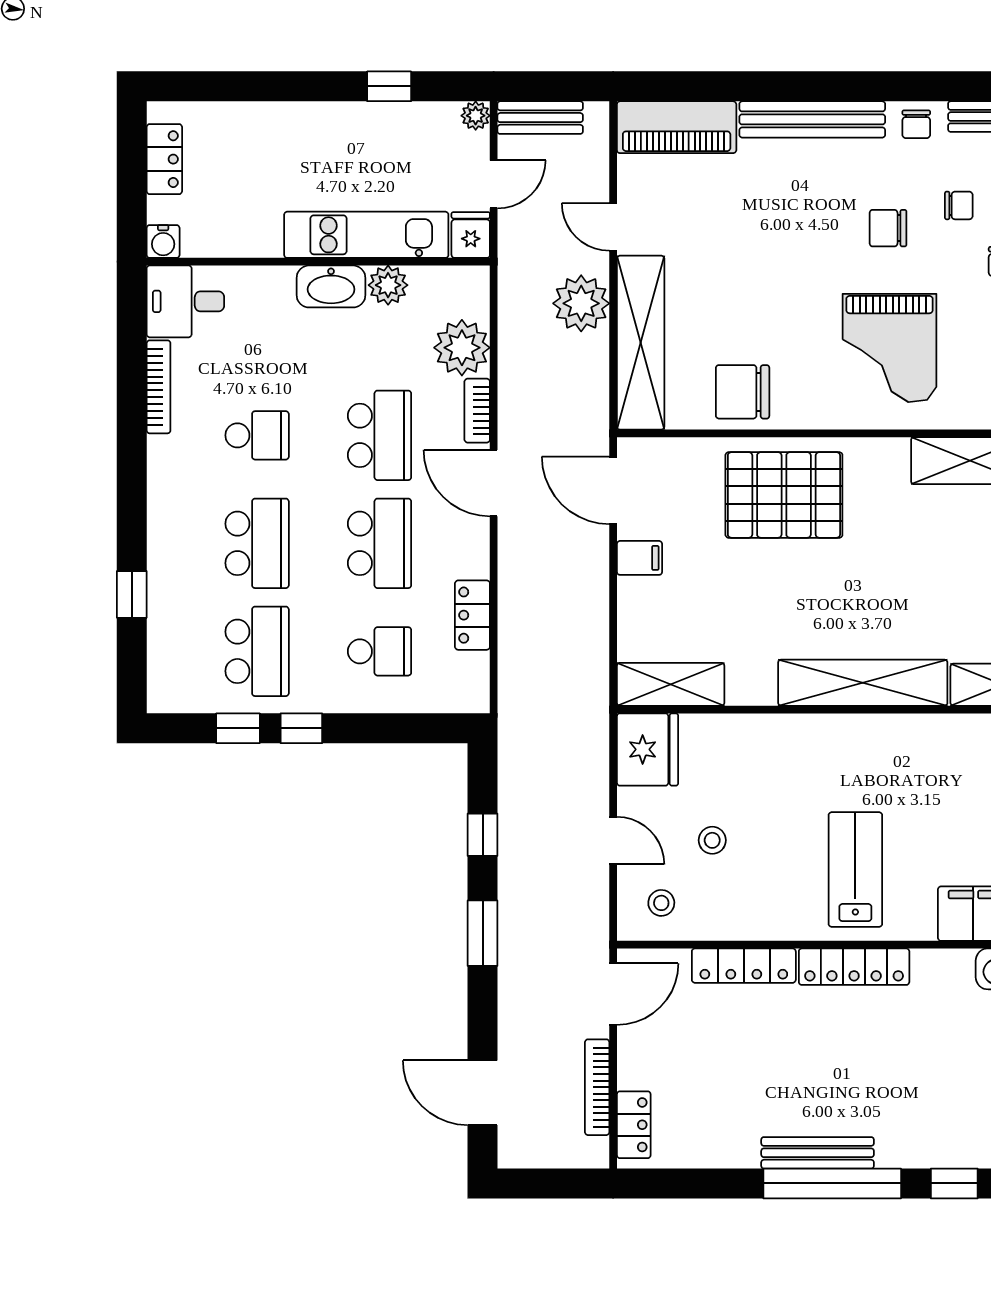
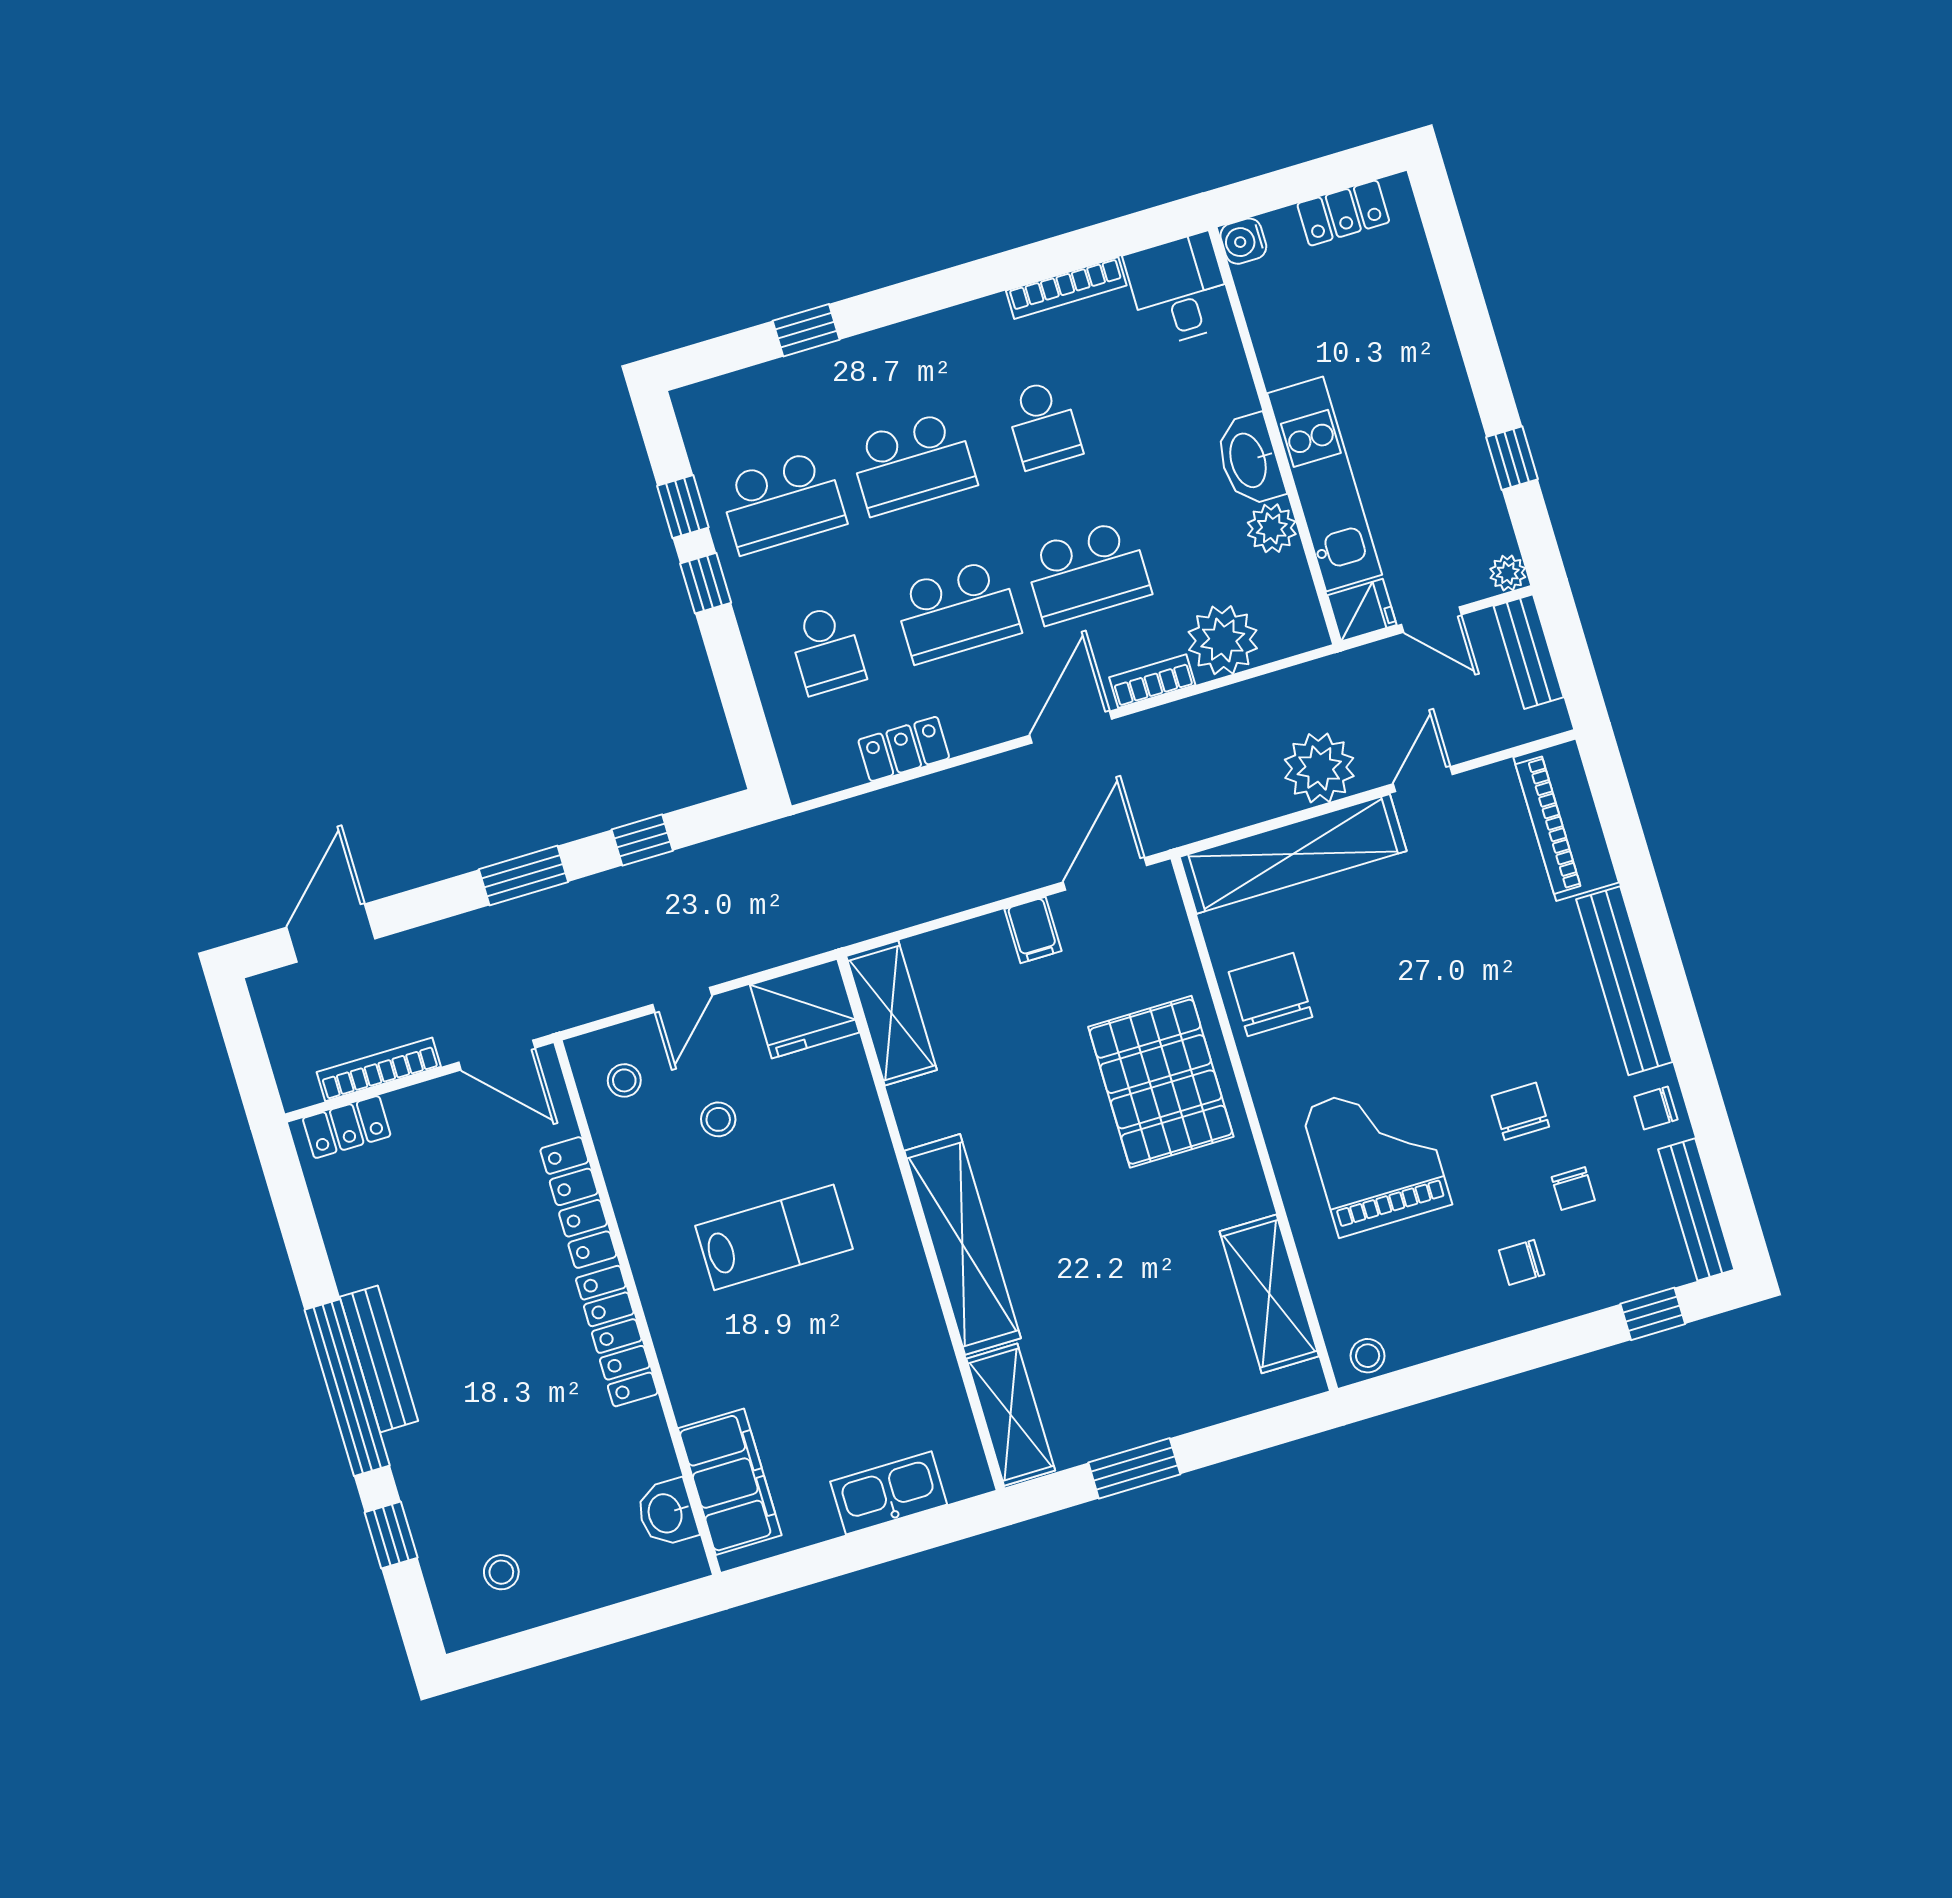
grand piano: (889, 348) -> (1376, 1156), turned 90
lab bench: (855, 870) -> (774, 1237), moved

